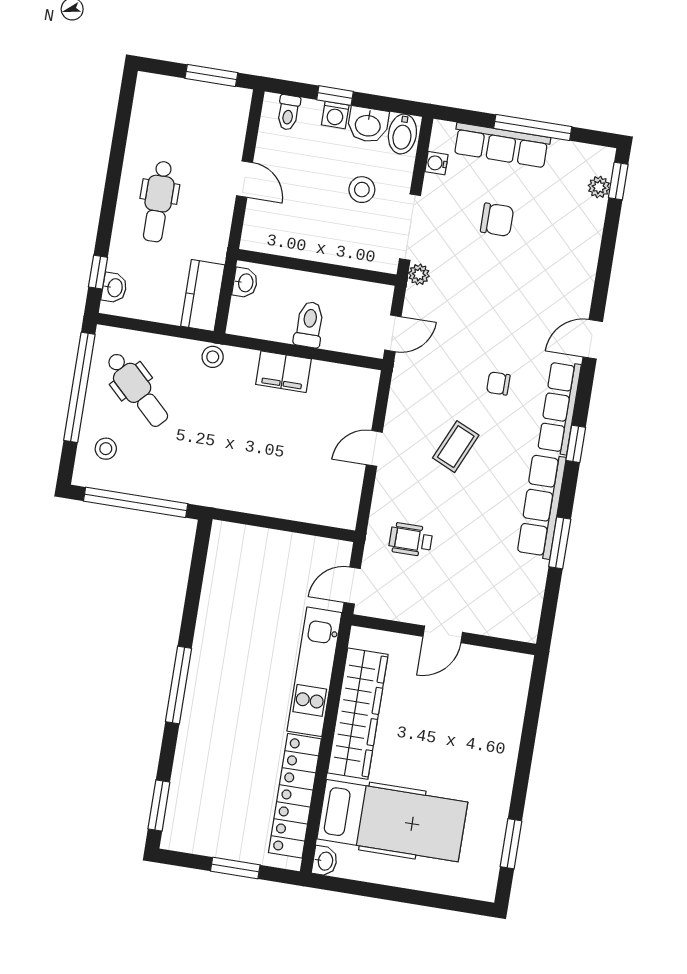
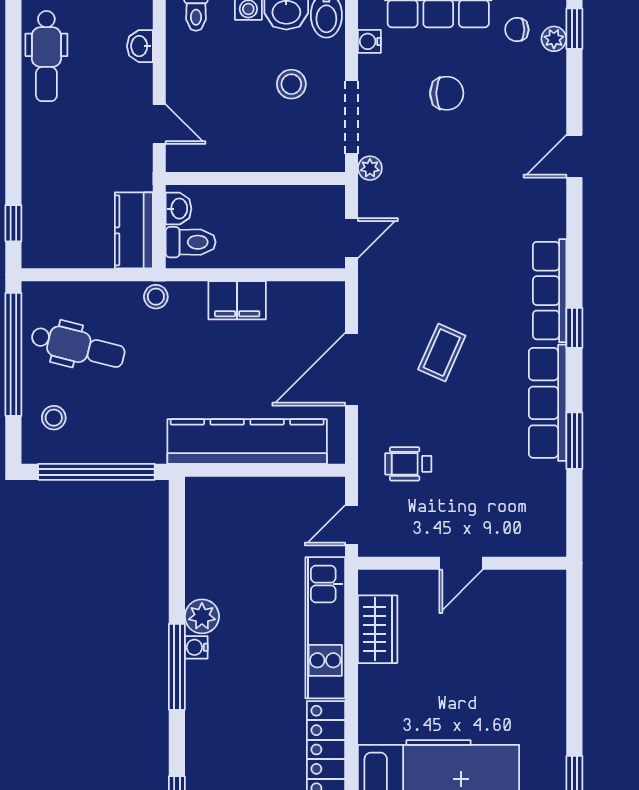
door: (245, 179) -> (159, 124), moved
dental chair: (158, 201) -> (46, 56), moved
washbasin: (114, 288) -> (140, 46), moved, turned 180
toilet: (309, 324) -> (191, 242), moved, turned 90
door: (593, 339) -> (574, 156), moved
chair: (498, 383) -> (517, 30), moved
dental chair: (137, 390) -> (78, 346), turned -30
door: (374, 448) -> (352, 369), width x1.87
kitchen counter: (272, 497) -> (247, 442), added
plant: (208, 644) -> (202, 616), added
water cooler: (198, 671) -> (196, 647), added
wardrobe: (358, 714) -> (378, 629), width x0.48, depth x0.85

